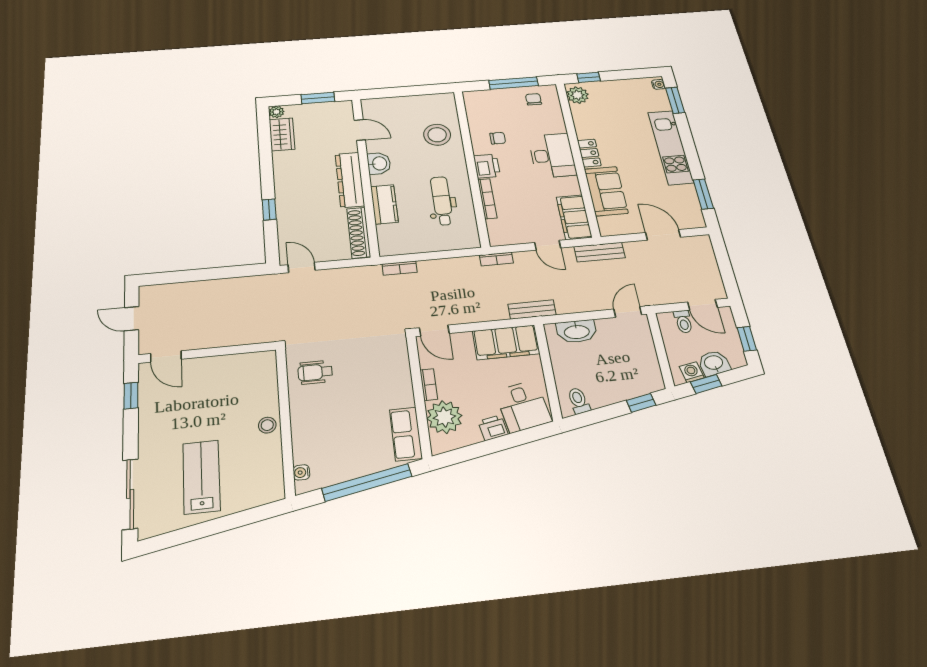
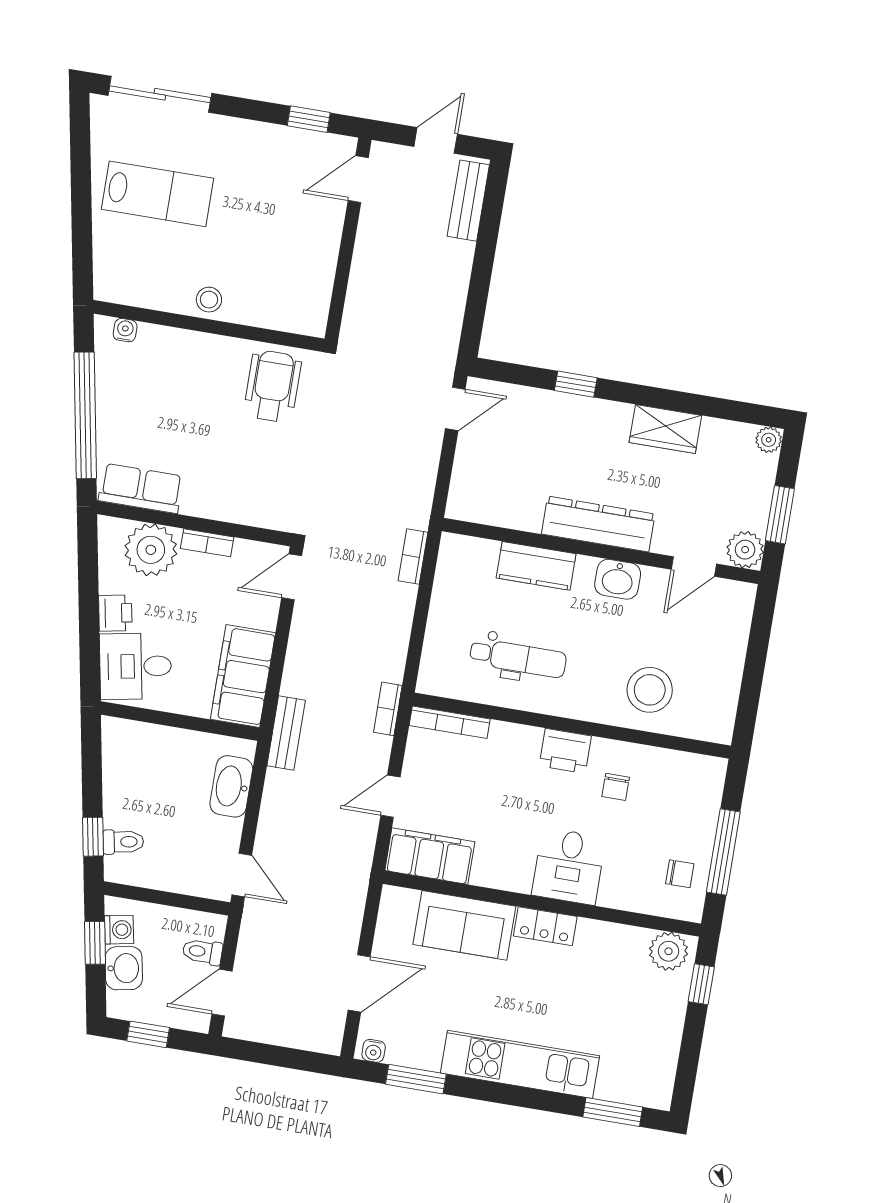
water cooler: (658, 84) -> (374, 1051), moved
plant: (343, 109) -> (745, 550), added
wardrobe: (282, 134) -> (665, 429), moved
desk: (552, 155) -> (569, 866), width x0.73
bookcase: (487, 199) -> (450, 722), moved
shoe rack: (359, 233) -> (494, 511), removed
bench: (600, 252) -> (468, 201), moved
wheelchair: (315, 372) -> (273, 386), width x1.36, depth x1.37
toilet: (579, 401) -> (123, 842), moved

